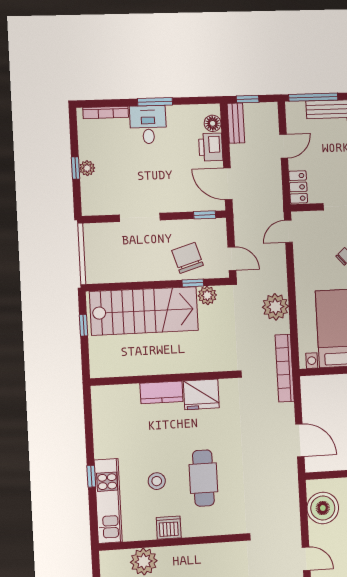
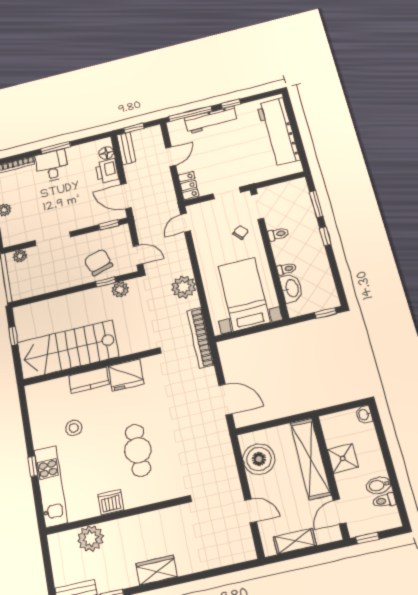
plant: (100, 230) -> (20, 256), added
stairs: (144, 311) -> (68, 350), moved, turned 180
stool: (157, 481) -> (74, 428), moved

